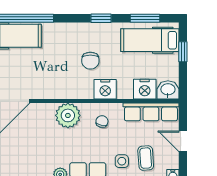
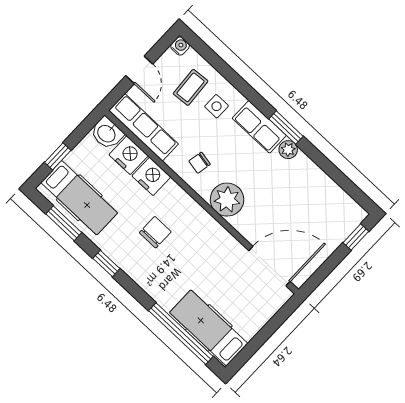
nightstand: (105, 89) -> (151, 176), moved

